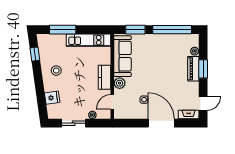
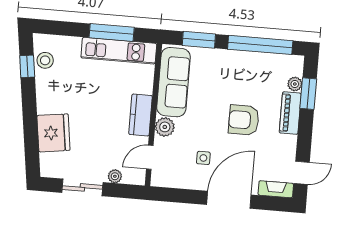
window: (63, 30) -> (112, 32), moved
window: (203, 69) -> (308, 94), moved
stool: (56, 71) -> (45, 60), moved
armchair: (166, 75) -> (244, 120), added
fridge: (52, 98) -> (53, 133), width x1.88, depth x1.34
door: (161, 123) -> (229, 200), hinge flipped

